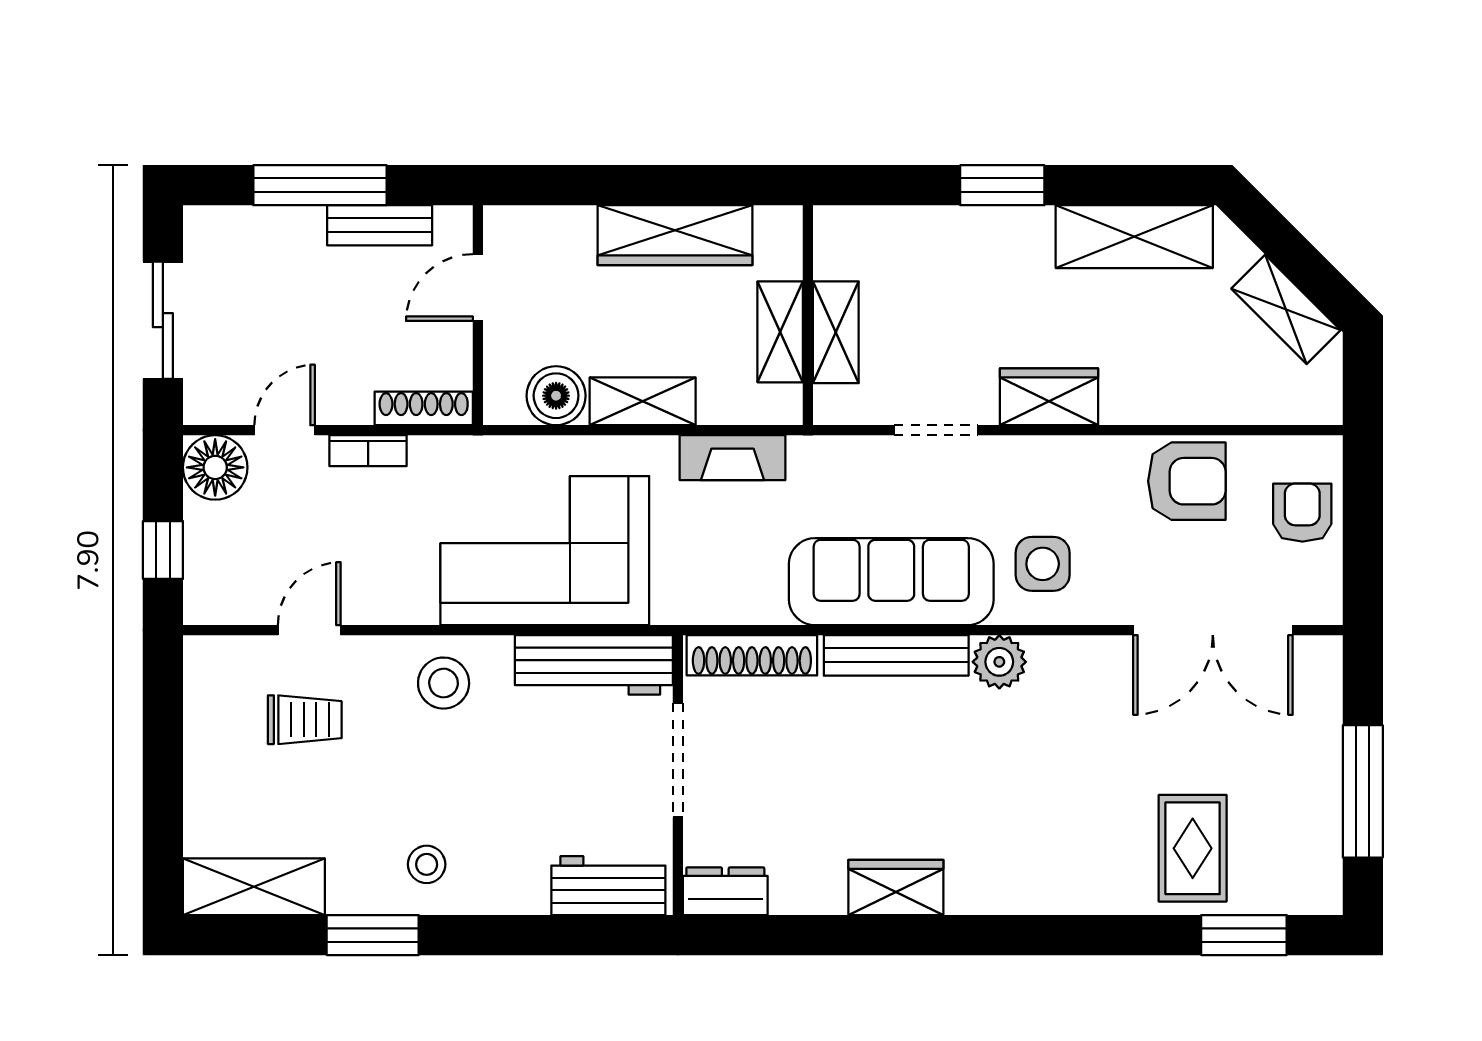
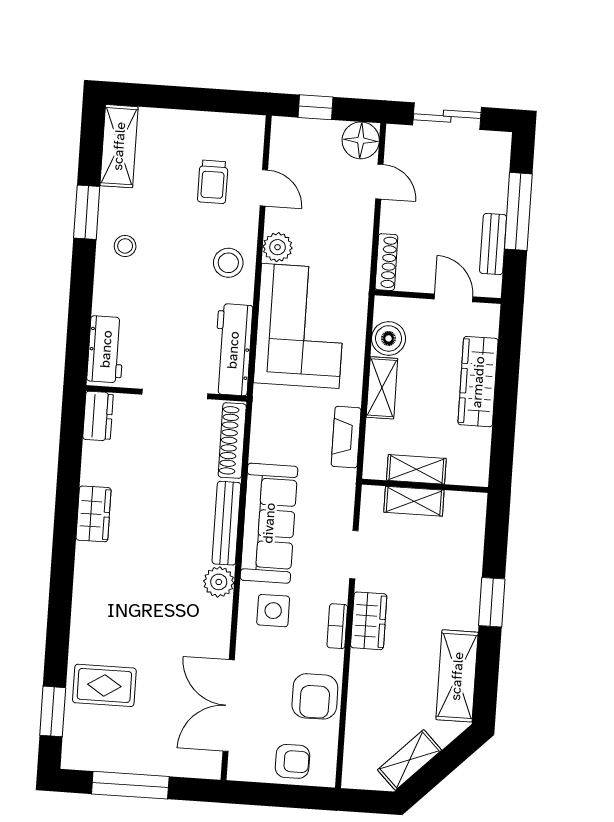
wardrobe: (675, 235) -> (478, 382), moved
bookcase: (368, 451) -> (337, 626), moved
plant: (411, 599) -> (278, 247), added

